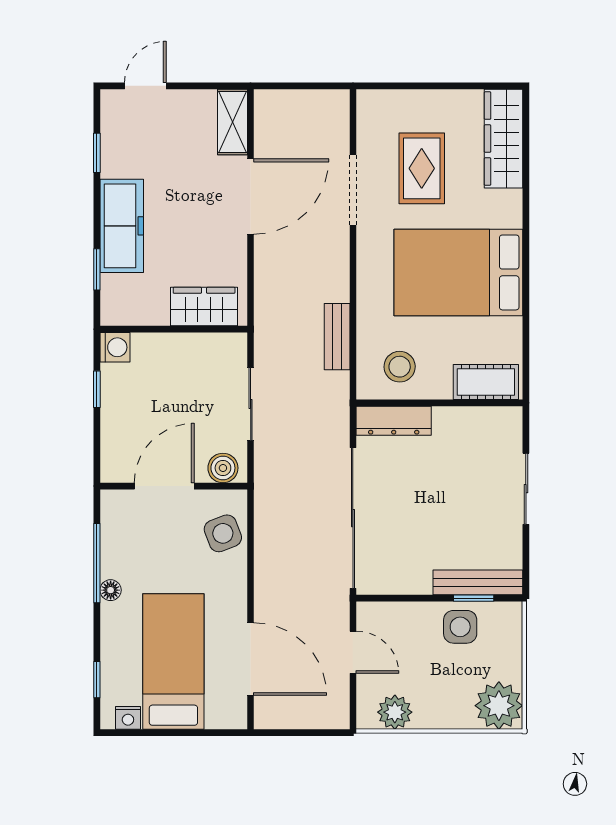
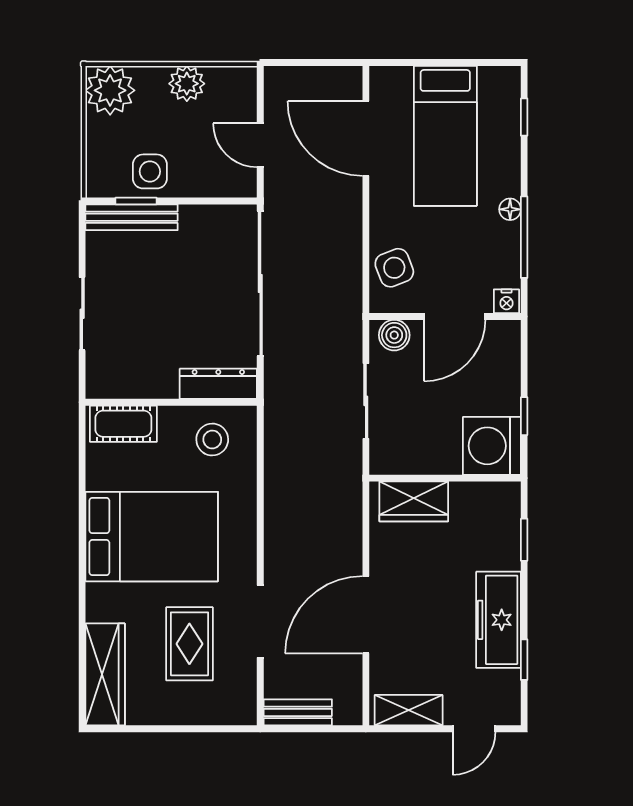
shelving: (233, 122) -> (409, 710), moved, turned 90
freezer: (122, 226) -> (499, 620), moved
bench: (337, 337) -> (298, 712), moved, turned 90
washing machine: (115, 347) -> (492, 446), width x1.89, depth x1.89
plant: (395, 712) -> (187, 84), moved
nightstand: (128, 718) -> (506, 301), moved, turned 180

